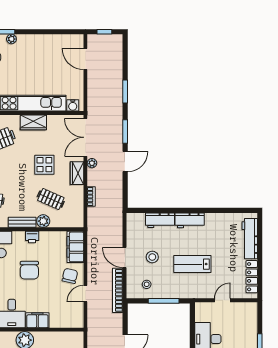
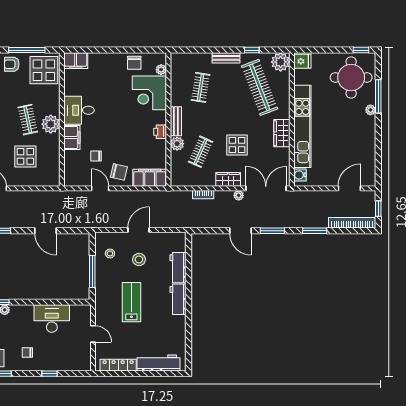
chair: (29, 270) -> (96, 156), moved, width x0.54, depth x0.54
bookcase: (118, 290) -> (352, 223), moved

